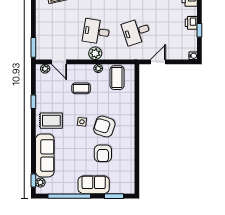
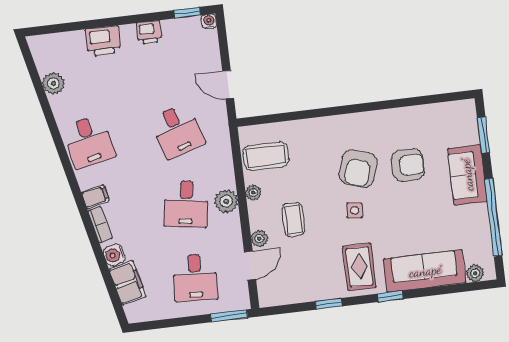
window: (199, 30) -> (187, 13), moved
desk: (56, 32) -> (195, 277), added
plant: (45, 69) -> (259, 239), moved
window: (33, 180) -> (390, 296), moved

